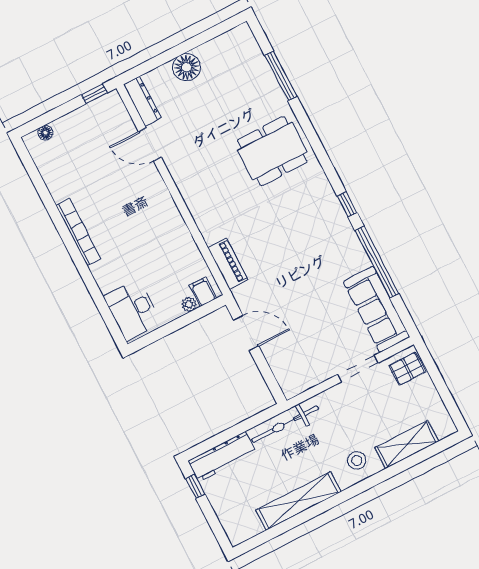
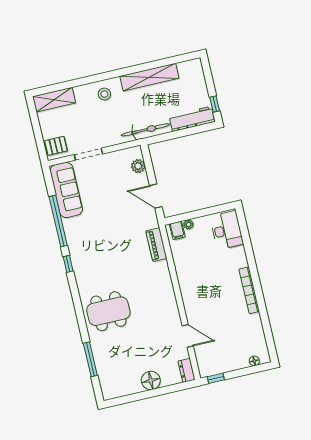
dresser: (142, 101) -> (187, 370), width x0.70
plant: (282, 370) -> (138, 166), added
shelving: (407, 445) -> (54, 100), moved

